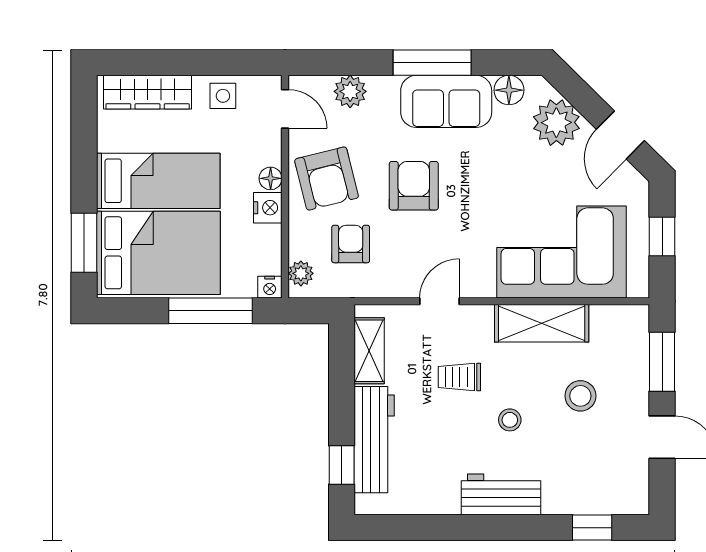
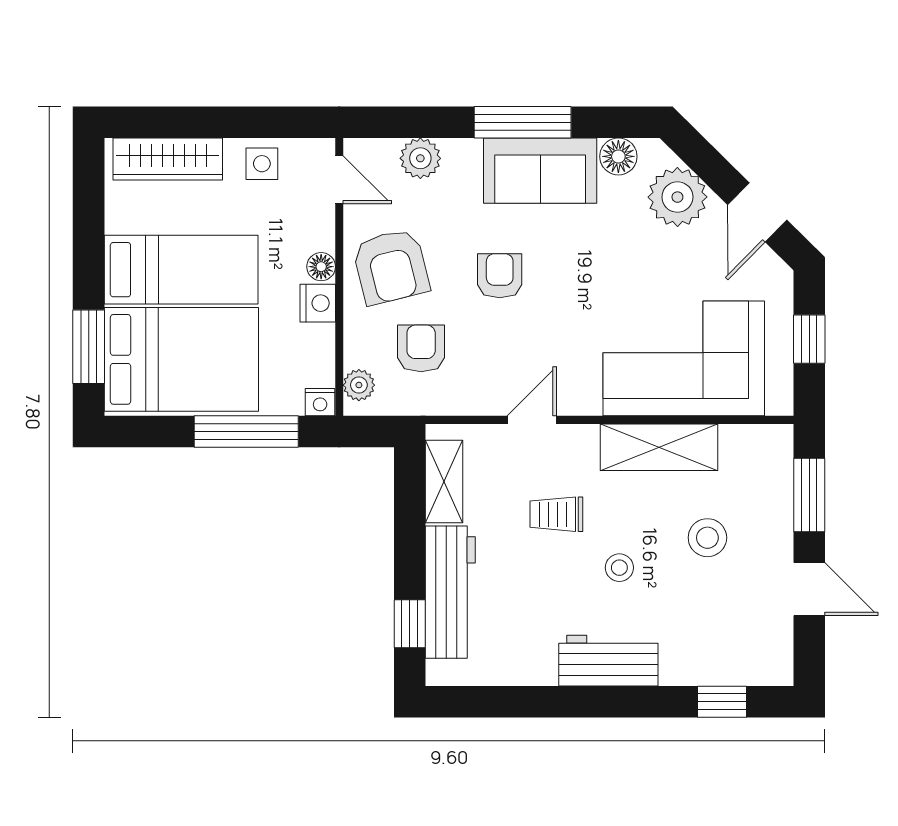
armchair: (414, 186) -> (500, 276), width x0.72, depth x0.72

